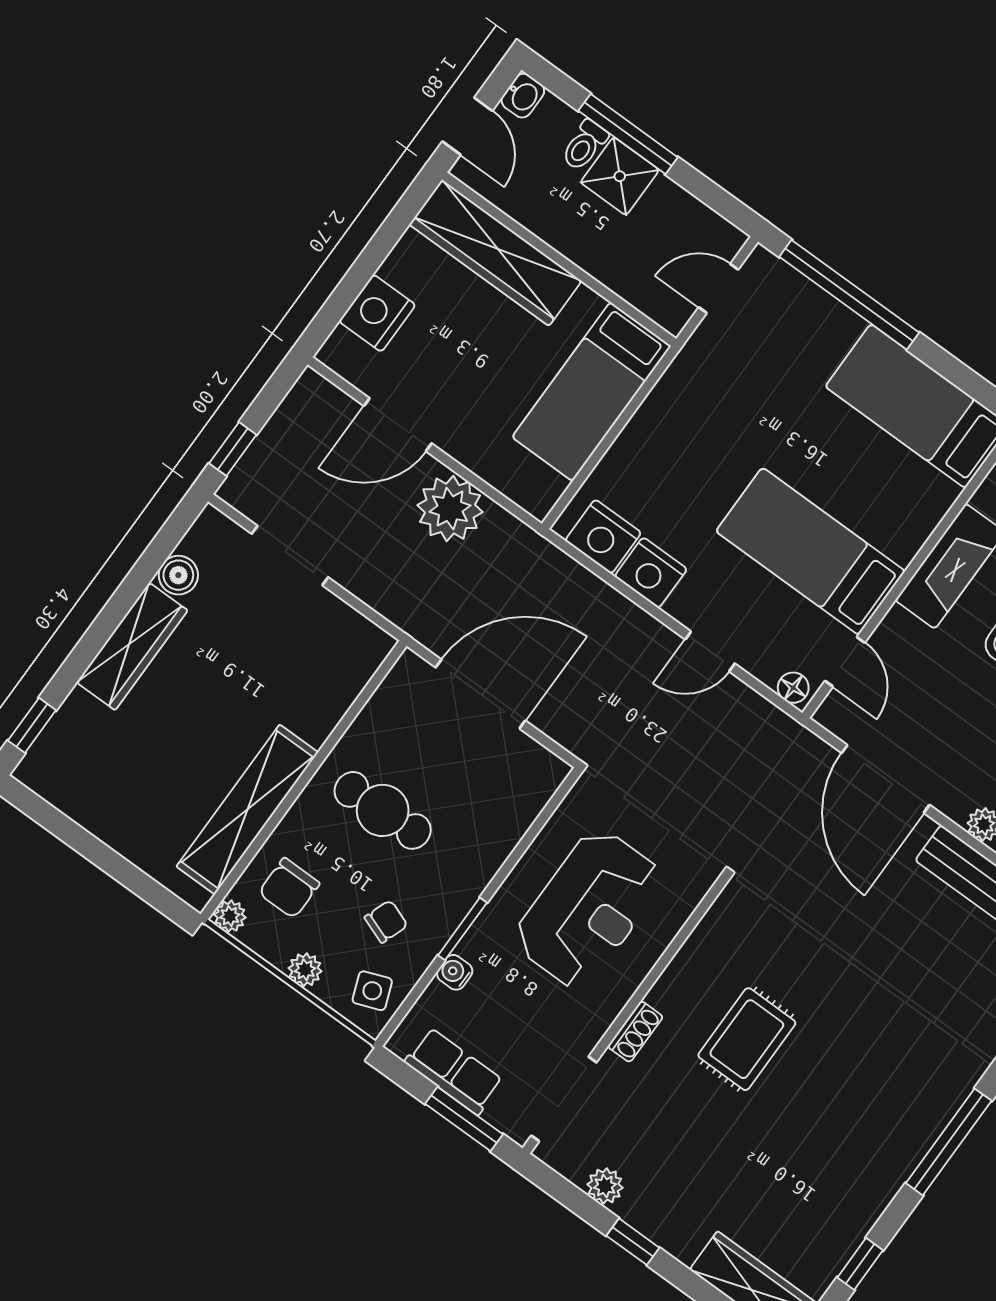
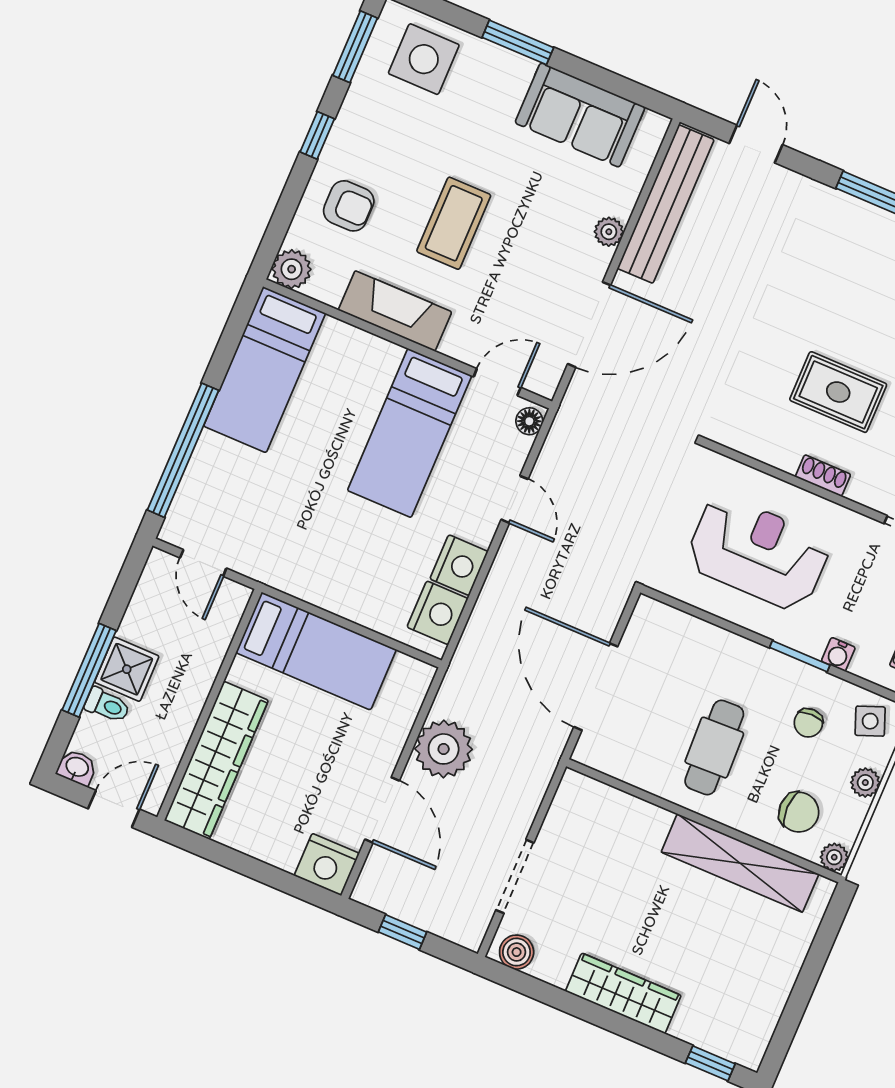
nightstand: (377, 313) -> (327, 865), moved
window: (233, 449) -> (402, 932), moved
boiler: (178, 575) -> (517, 952), moved
chair: (386, 921) -> (808, 723), turned -110
shoe rack: (635, 1032) -> (823, 476), moved

